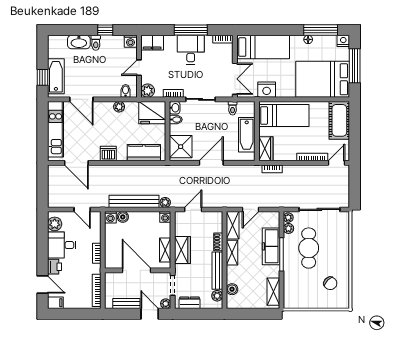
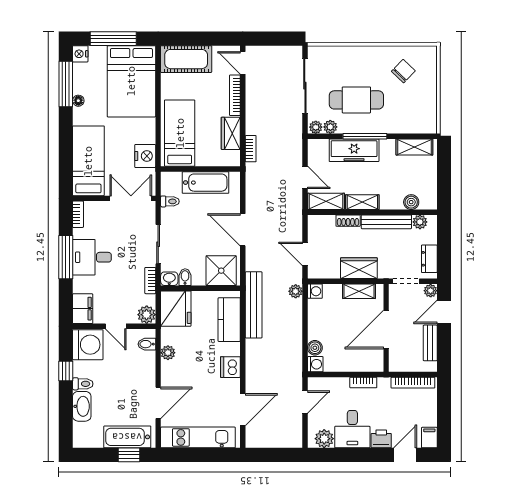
washing machine: (130, 41) -> (88, 345), width x1.89, depth x1.89
wardrobe: (266, 149) -> (231, 133), moved, turned -90
bench: (134, 201) -> (254, 305), moved

